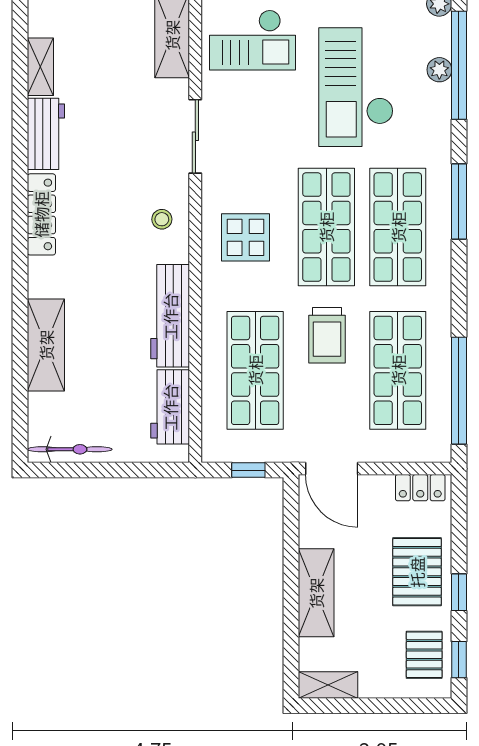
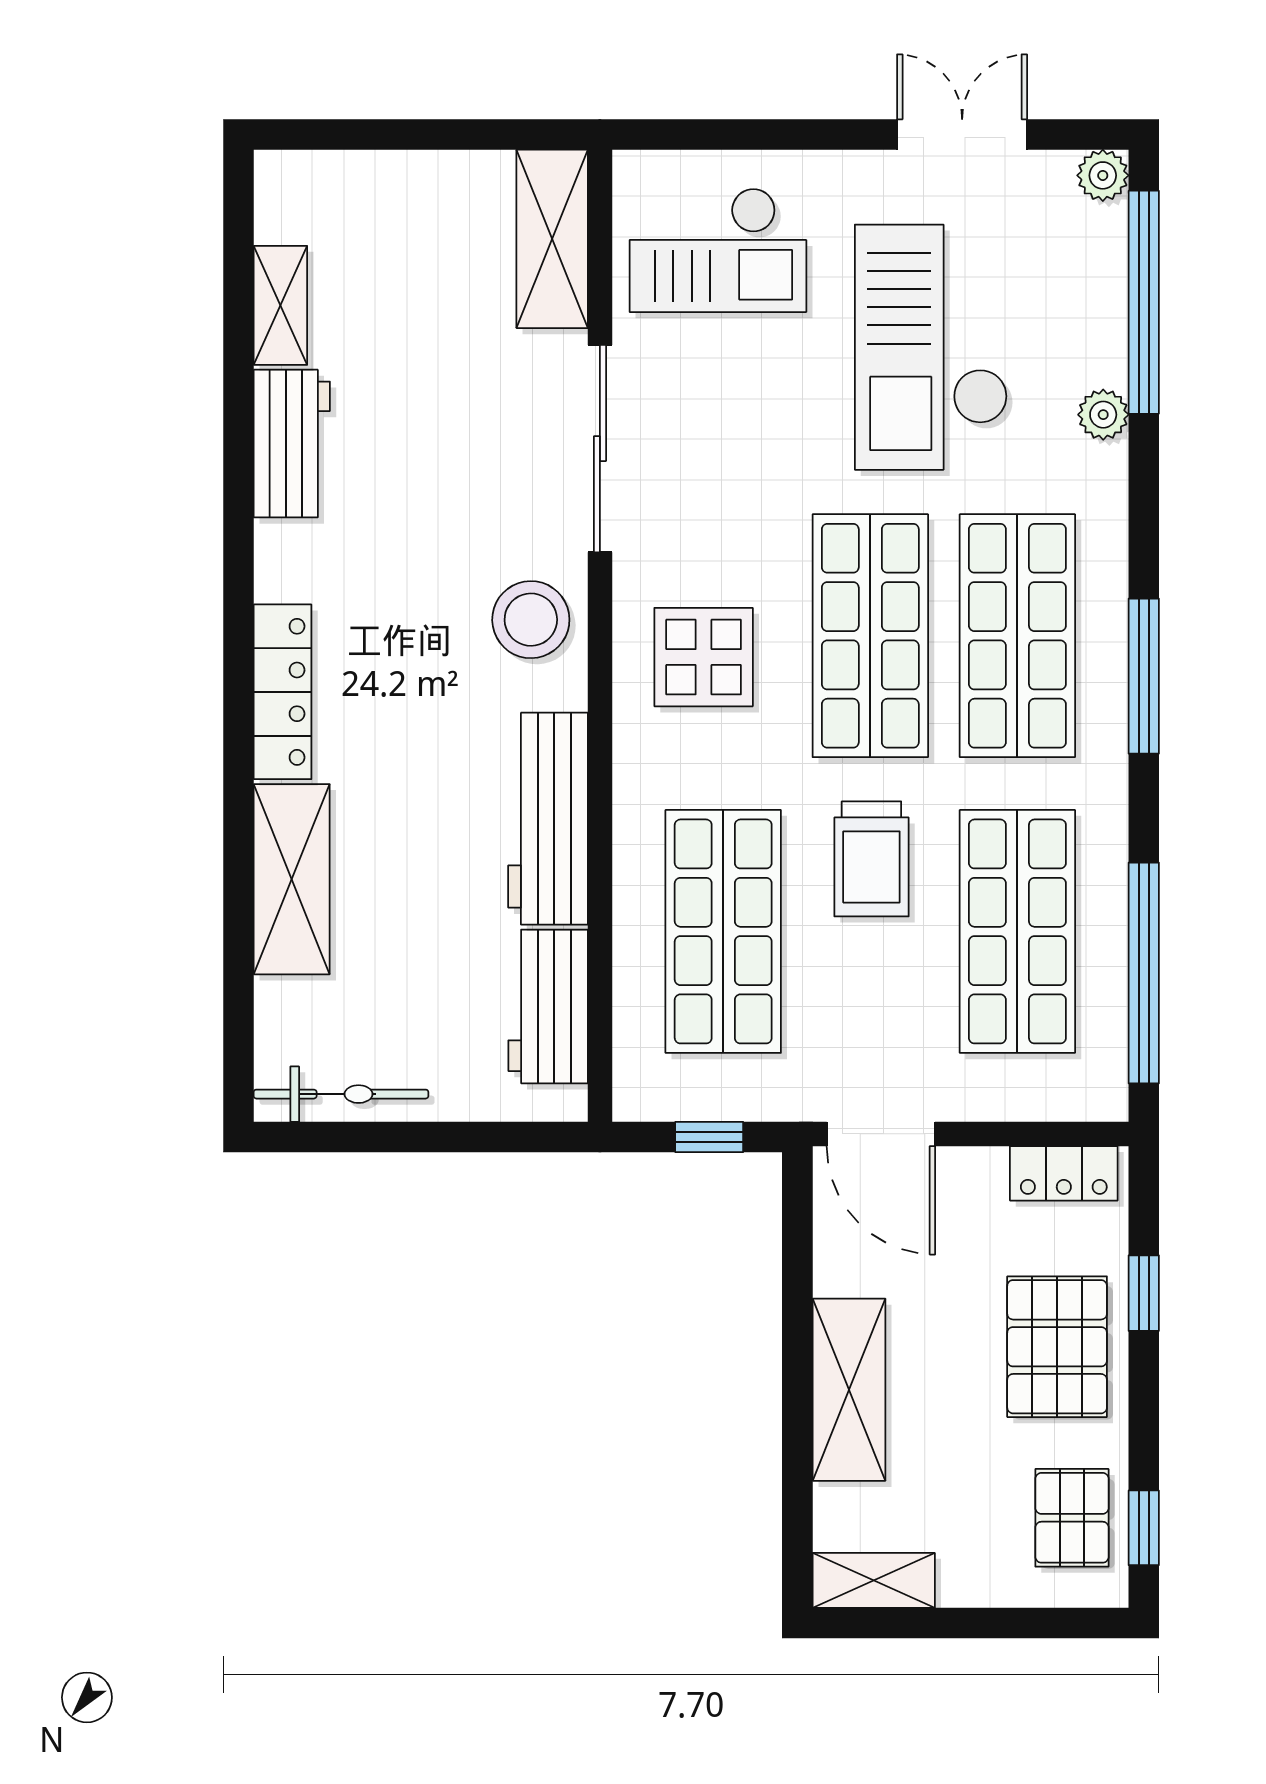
plant: (439, 70) -> (1103, 415), moved
sliding door: (195, 136) -> (600, 449), width x1.37
window: (459, 202) -> (1144, 676), moved
locker: (41, 214) -> (283, 692), moved
stool: (162, 219) -> (531, 620), width x1.89, depth x1.89
window: (459, 592) -> (1144, 1293), moved

